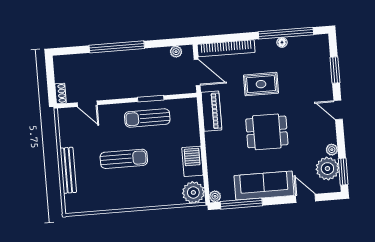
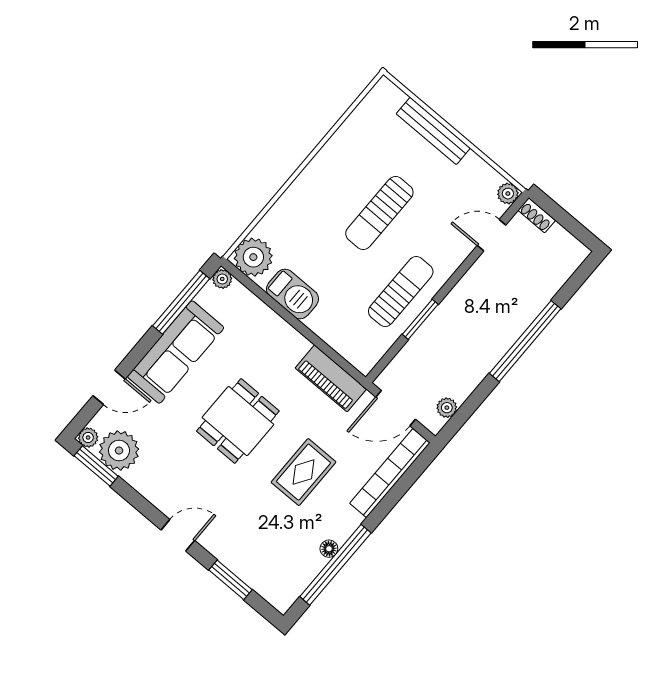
plant: (63, 114) -> (508, 194), added
plant: (332, 150) -> (88, 437), moved

